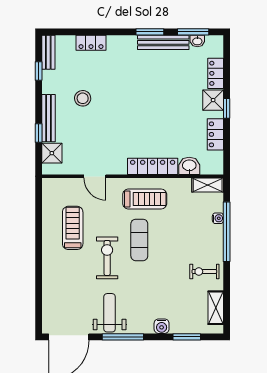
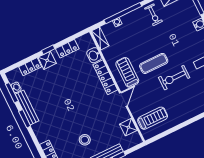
shower: (52, 153) -> (128, 127), moved
door: (95, 176) -> (123, 99), moved
treadmill: (73, 228) -> (153, 118), moved, turned 180

